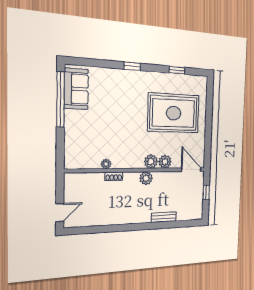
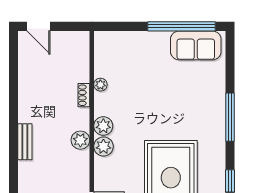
window: (132, 66) -> (230, 117), width x2.17
plant: (165, 162) -> (103, 126), moved
bench: (164, 217) -> (25, 142), moved

